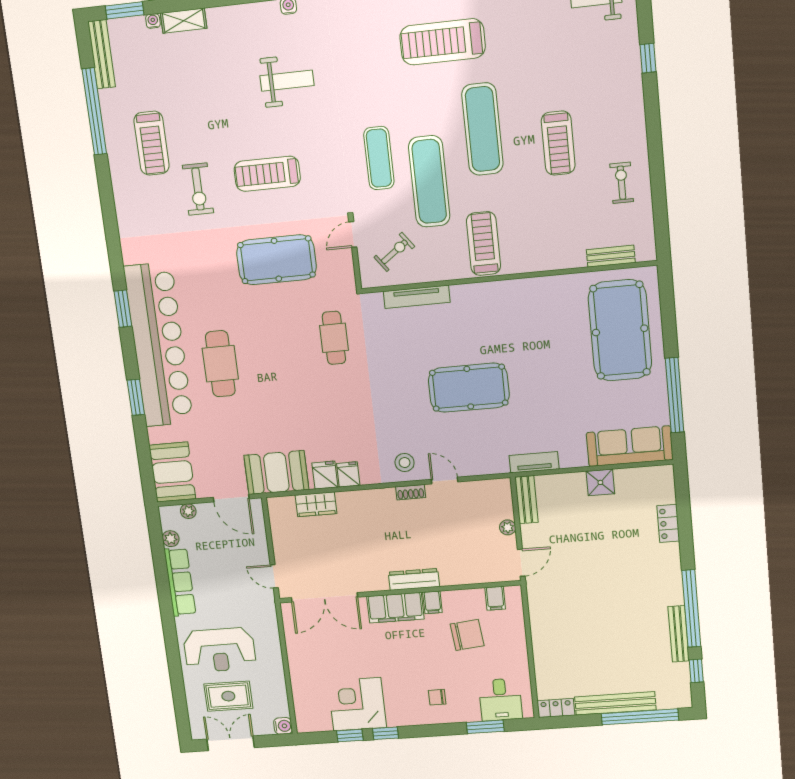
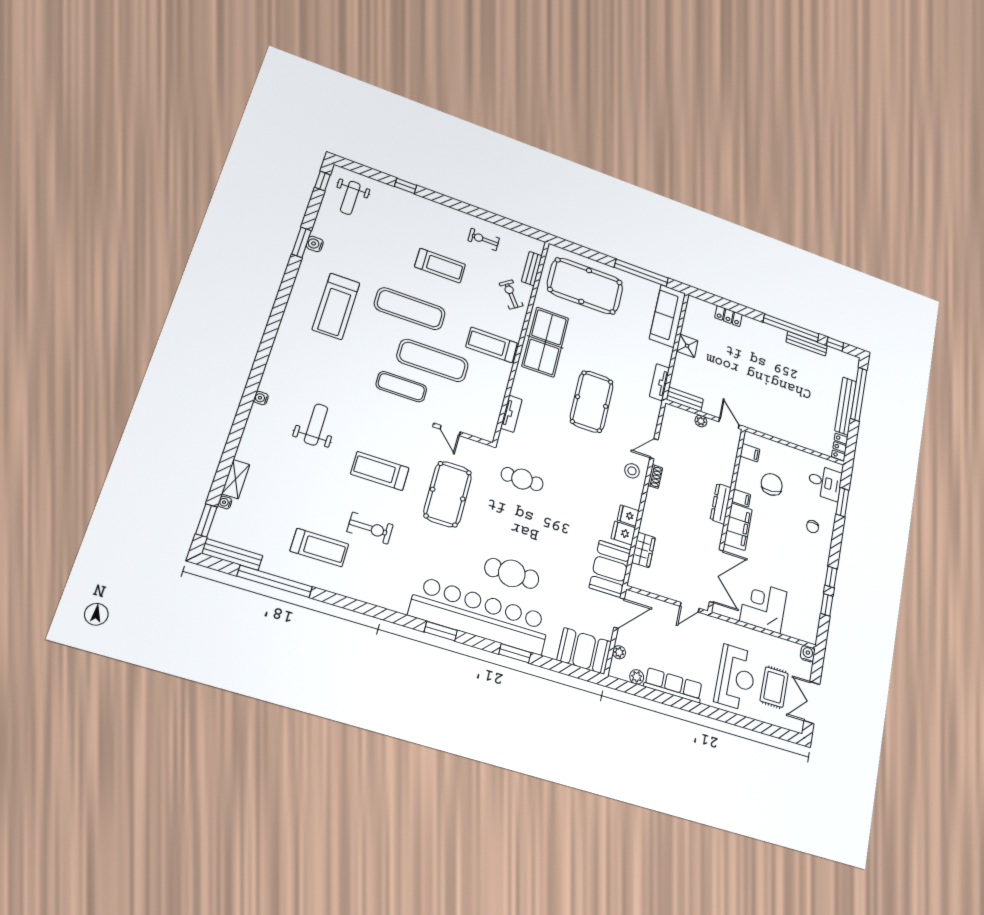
treadmill: (267, 174) -> (380, 471), turned 90
exercise bike: (394, 252) -> (511, 294), moved
tv unit: (417, 297) -> (511, 414), width x0.71
table tennis table: (519, 307) -> (545, 342), added
corner desk: (357, 704) -> (763, 606), moved, turned 90

